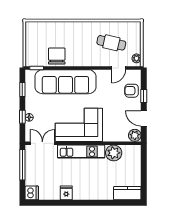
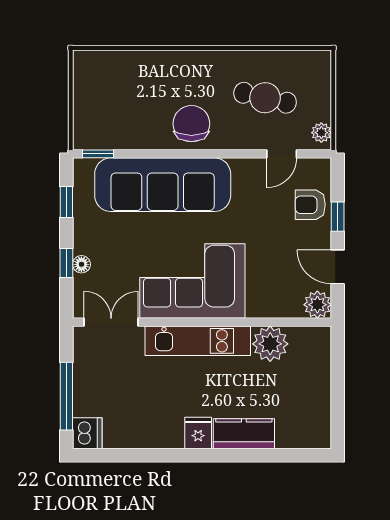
chair: (57, 56) -> (191, 124), moved
window: (22, 165) -> (66, 396), moved
fridge: (66, 193) -> (198, 433), moved
kitchen counter: (127, 193) -> (244, 434), moved

